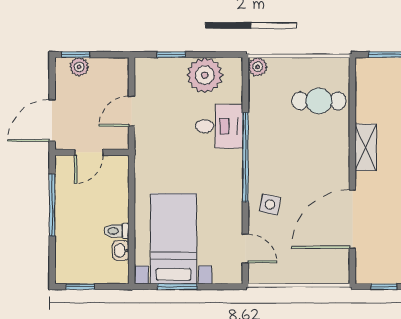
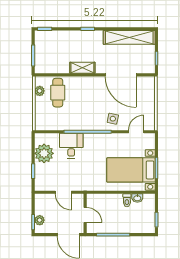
plant: (258, 67) -> (40, 91), moved

